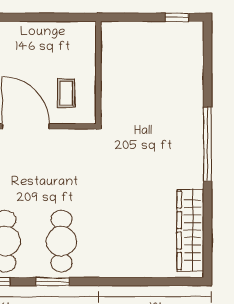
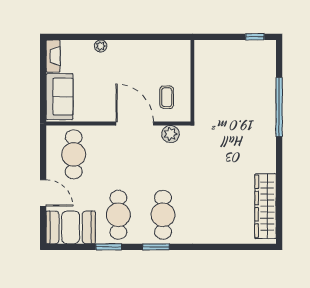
plant: (71, 140) -> (170, 134), added
window: (207, 144) -> (279, 107), moved

